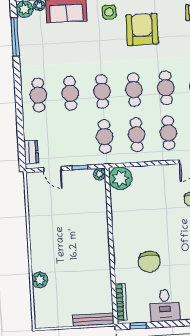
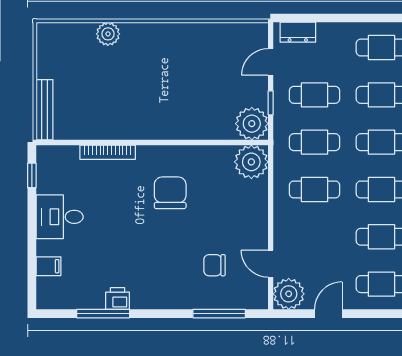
cafe table: (168, 133) -> (315, 95), moved
plant: (99, 174) -> (252, 124), width x1.88, depth x1.88
chair: (149, 262) -> (170, 193), moved, turned 90
bookcase: (121, 302) -> (108, 152), moved

